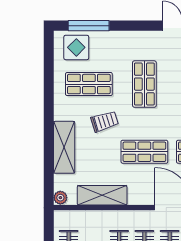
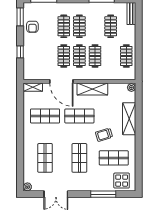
window: (89, 26) -> (103, 194), moved
shelving: (102, 195) -> (92, 89), moved

